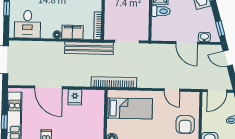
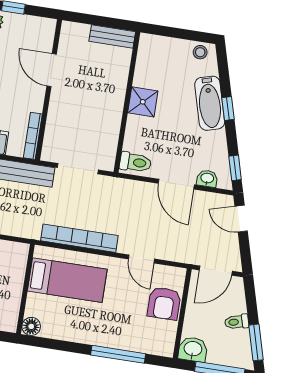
toilet: (161, 11) -> (135, 162), moved
bookcase: (114, 82) -> (79, 238), moved
armchair: (185, 125) -> (164, 303), moved

